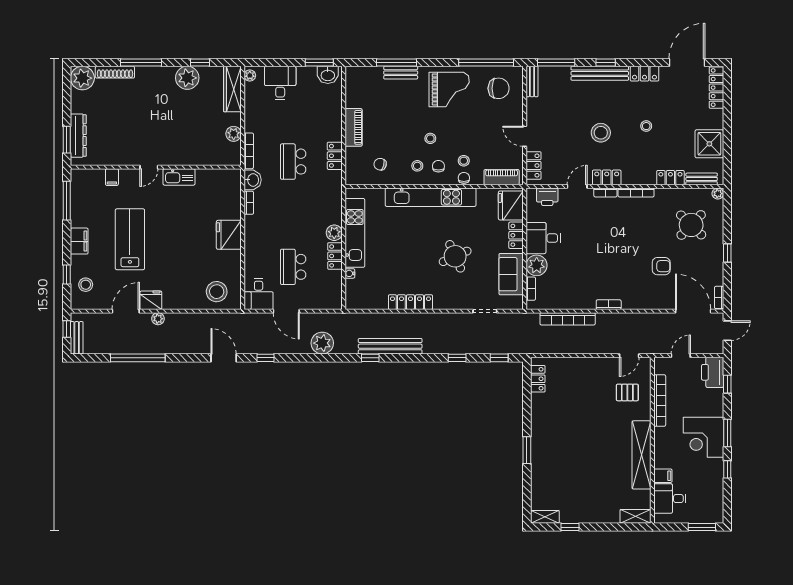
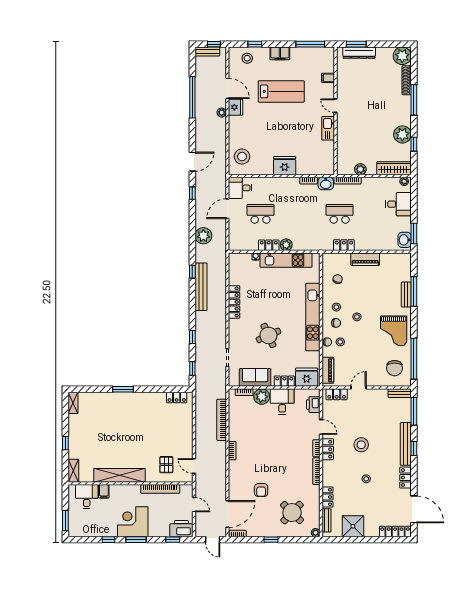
window: (570, 527) -> (65, 443), moved

